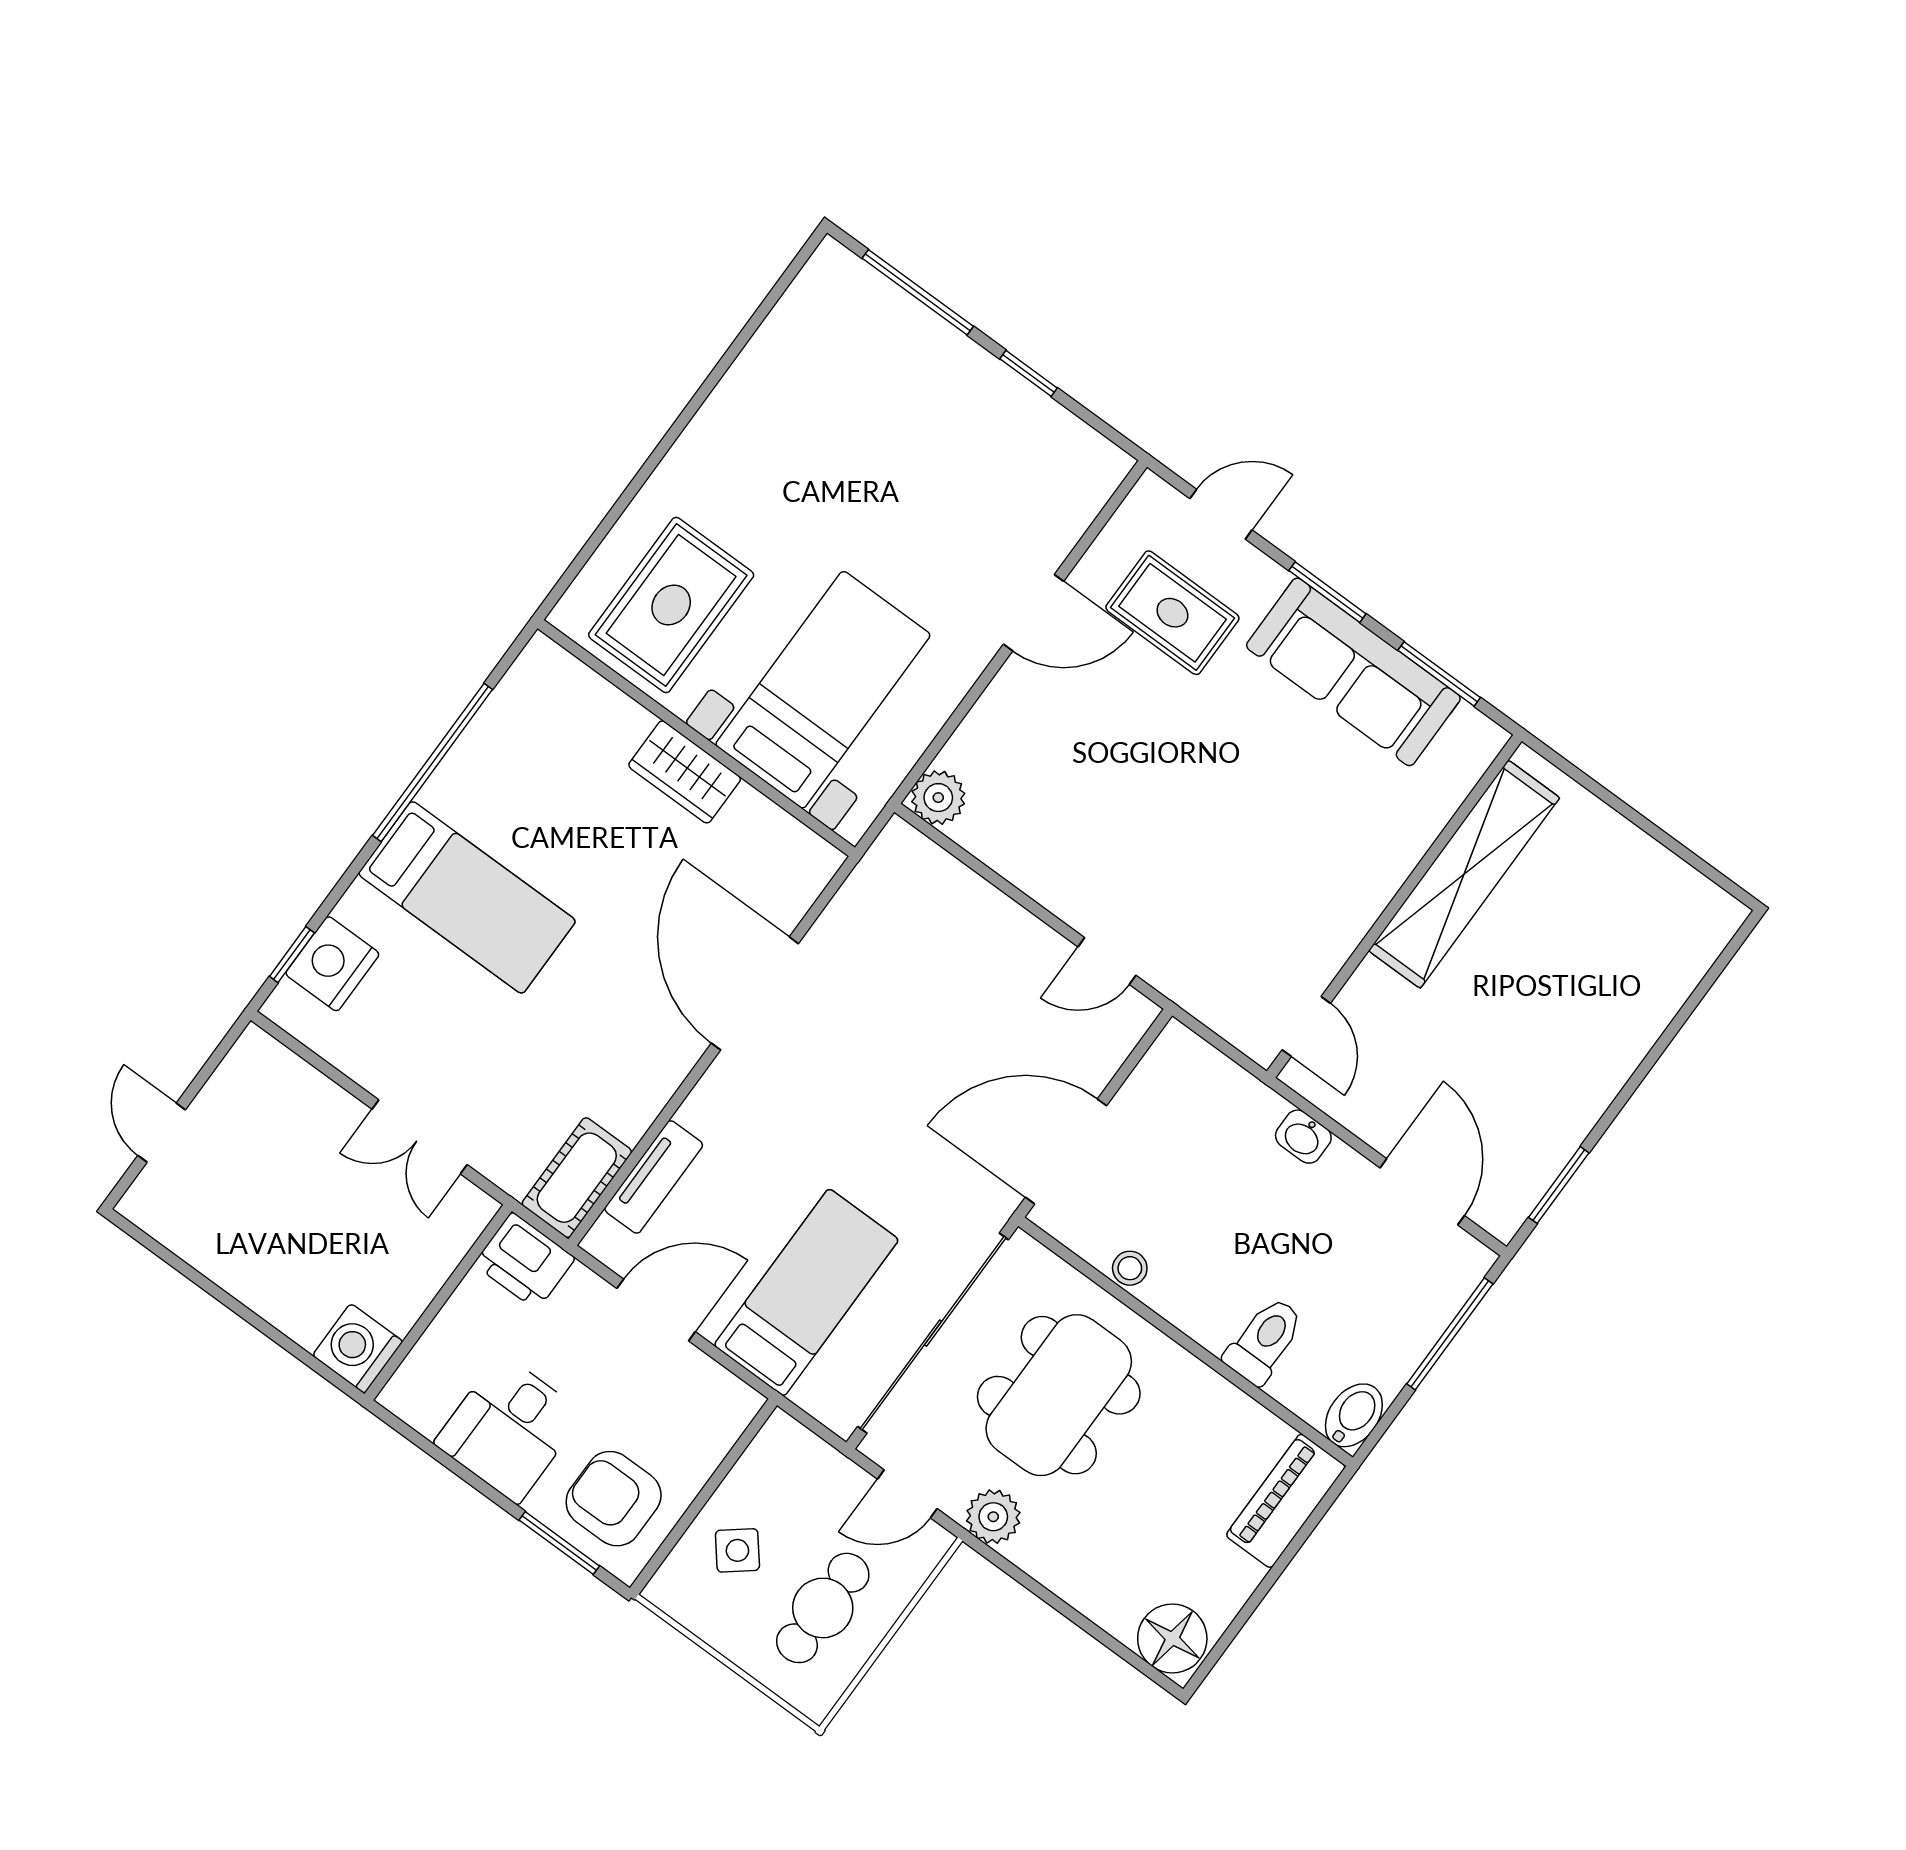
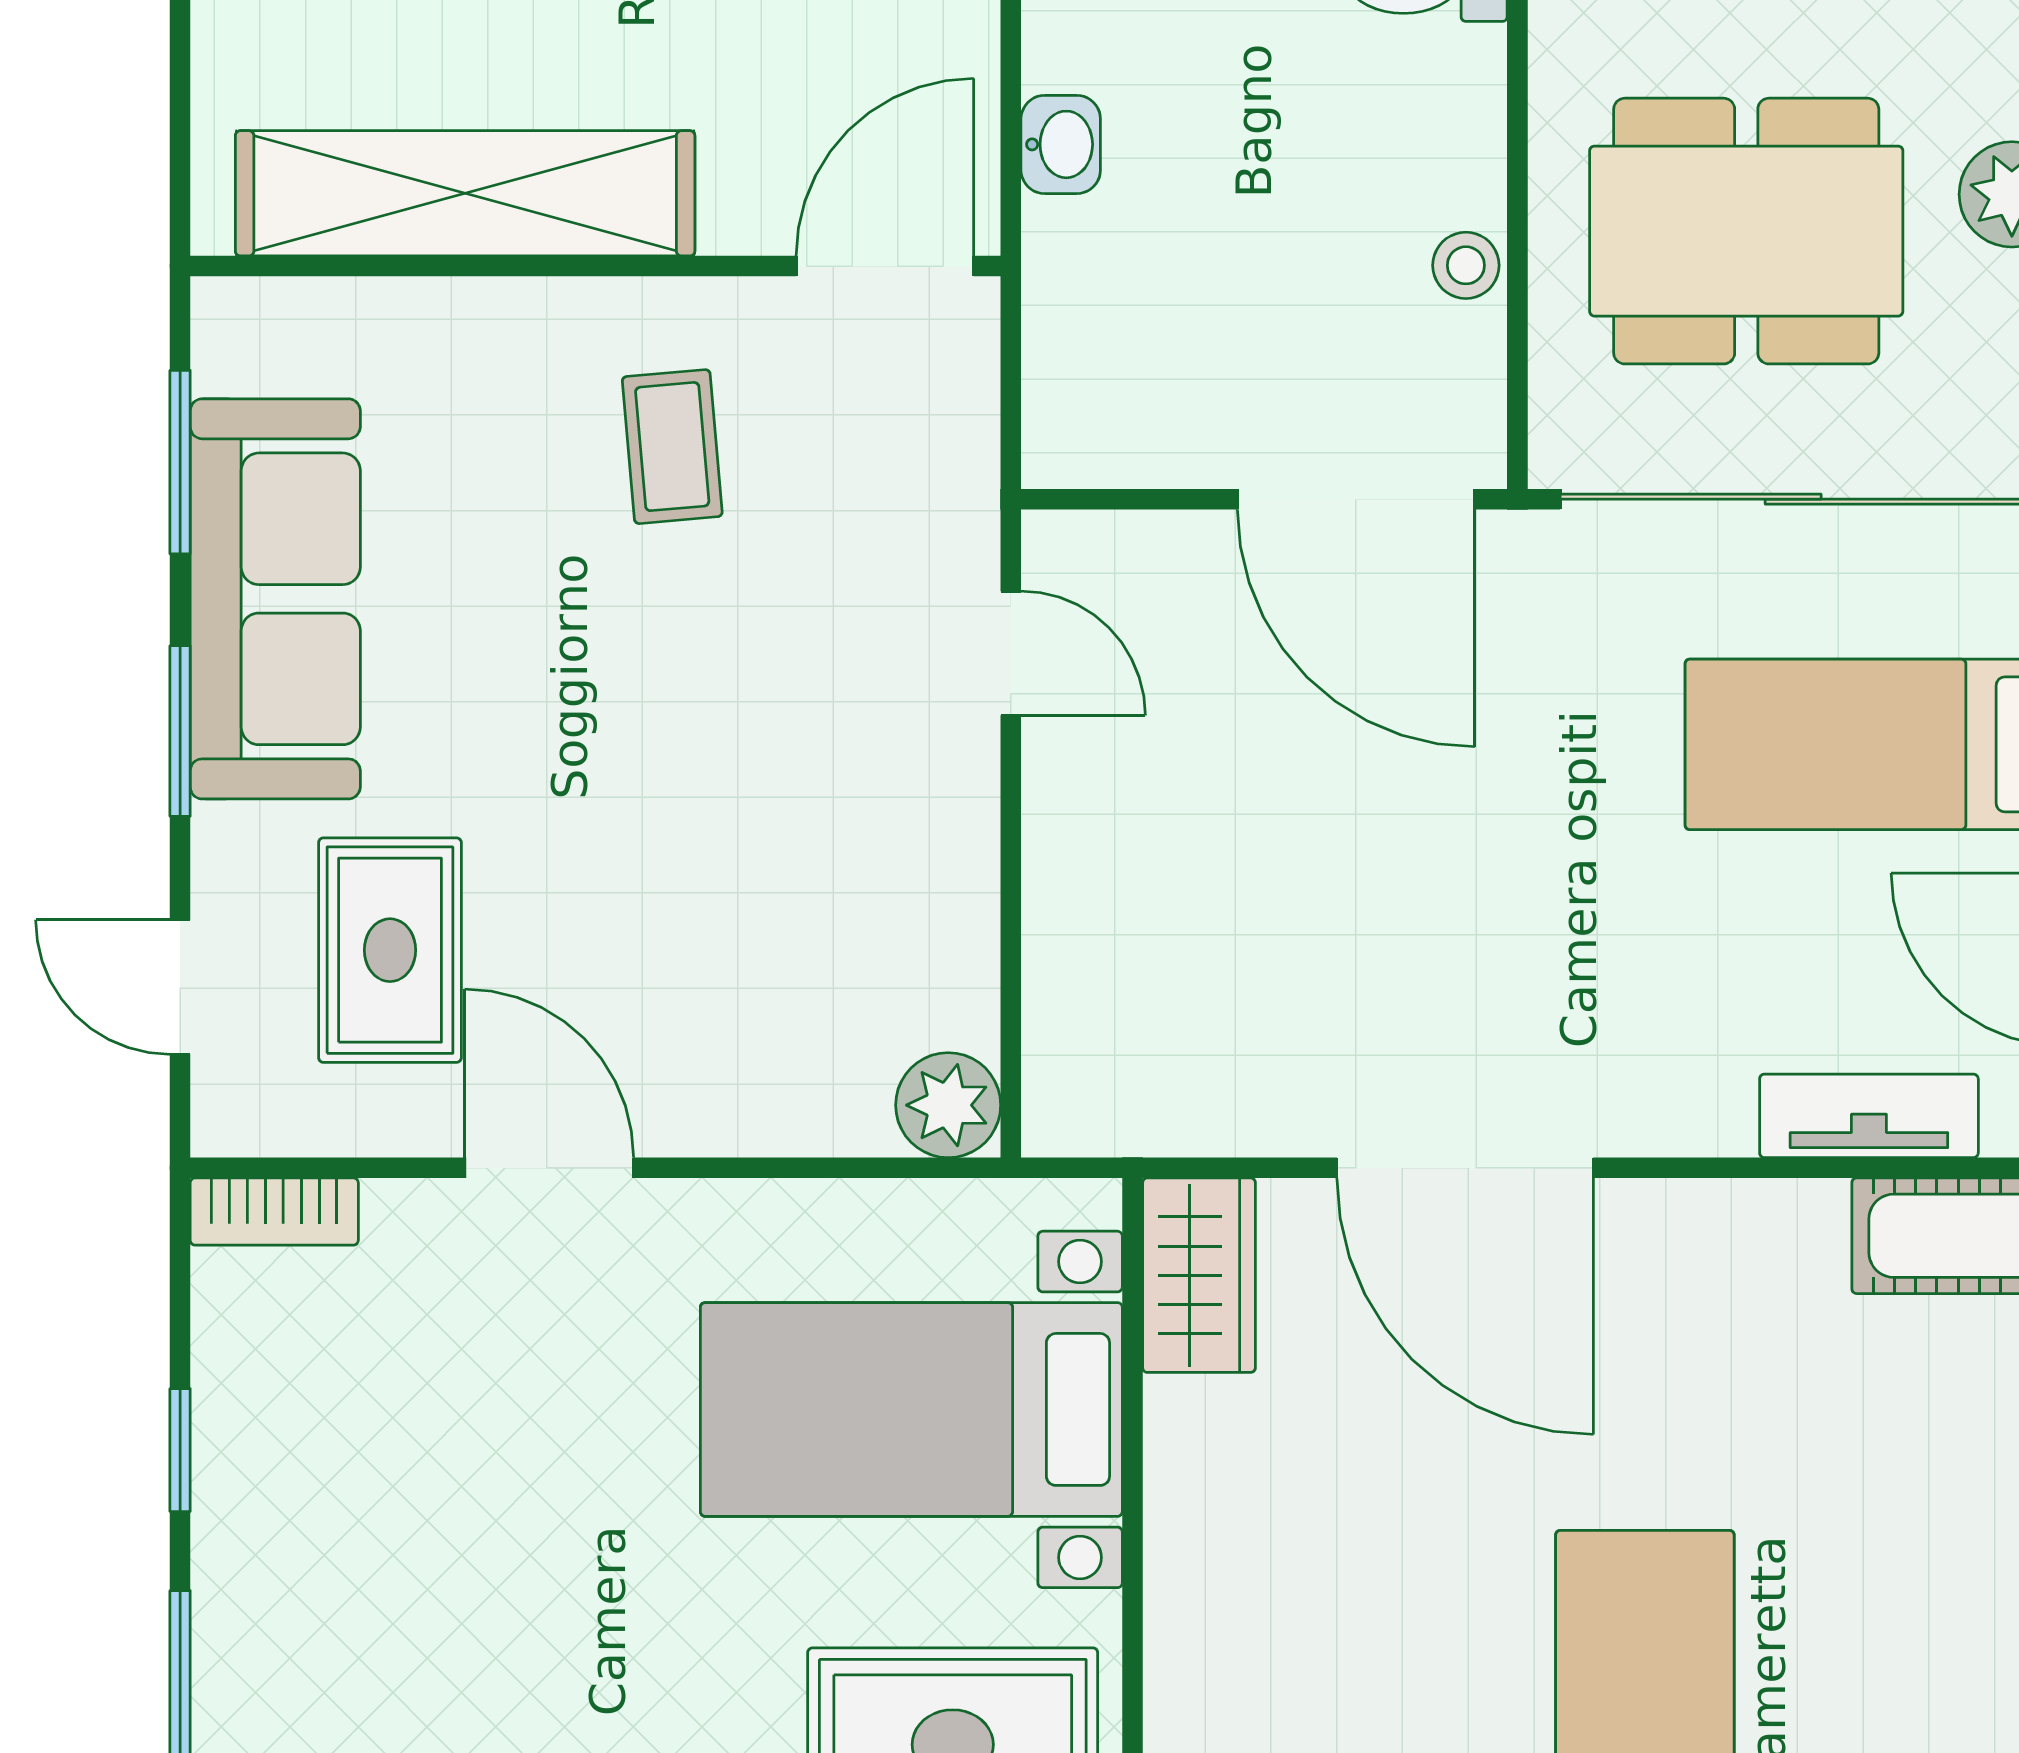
bookcase: (1099, 485) -> (274, 1212), added
wardrobe: (685, 772) -> (1199, 1275), moved
coffee table: (1296, 883) -> (672, 447), added
door: (755, 993) -> (1465, 1168), hinge flipped
door: (1306, 1027) -> (885, 266), width x1.38

